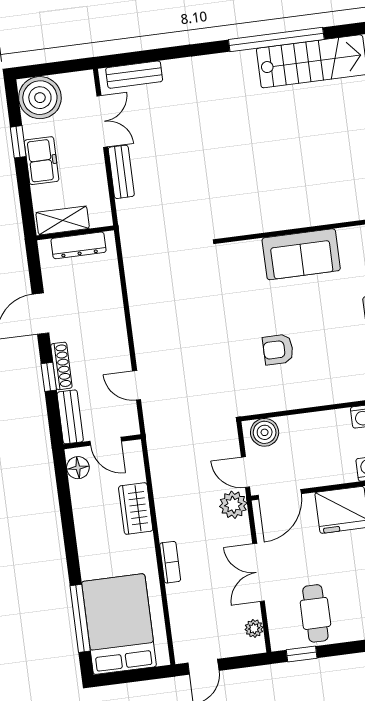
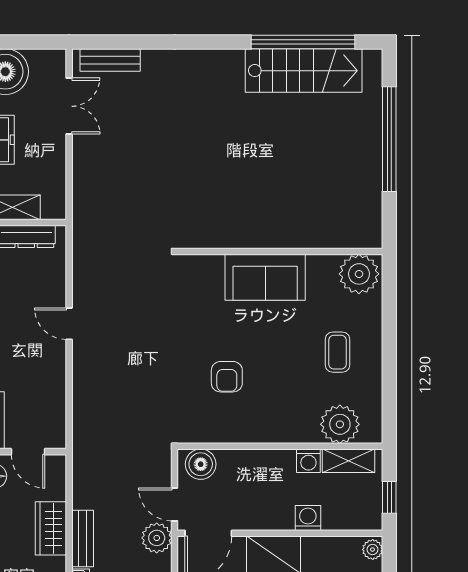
window: (276, 39) -> (303, 42), moved
bench: (121, 172) -> (83, 538), moved
armchair: (278, 349) -> (227, 377), turned -90
door: (137, 385) -> (69, 324), moved

